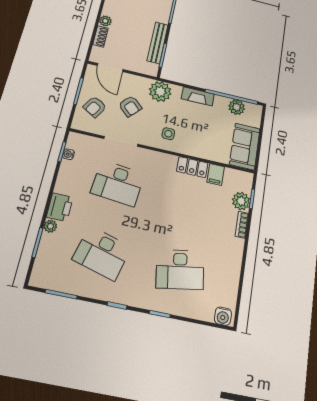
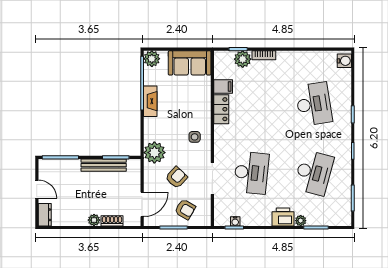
fireplace: (198, 96) -> (150, 101), moved
plant: (237, 107) -> (152, 59), moved

